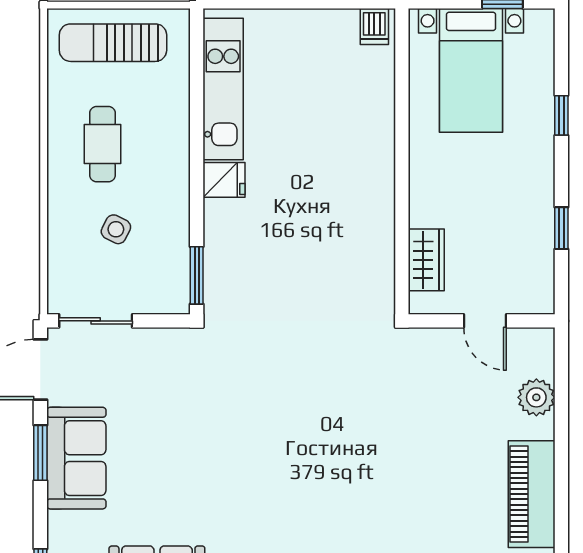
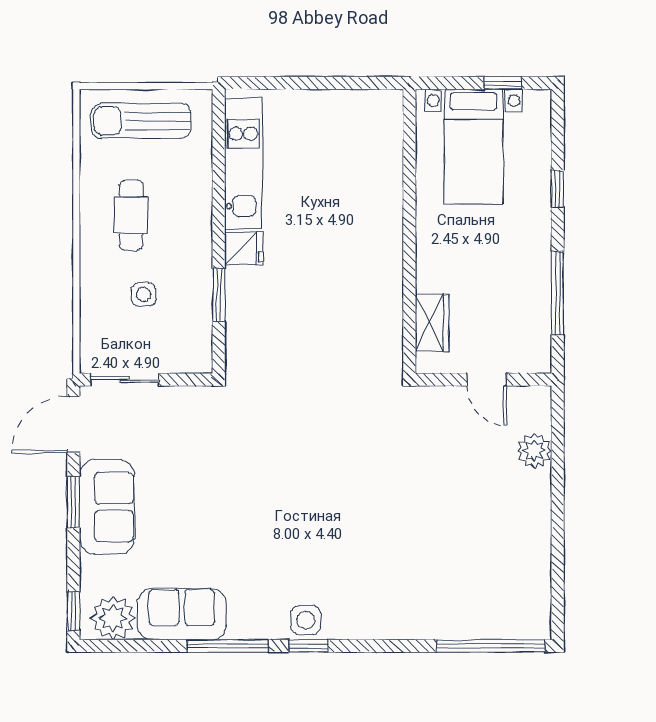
dishwasher: (374, 26) -> (384, 106), removed
window: (561, 228) -> (558, 293), width x2.17
side table: (116, 229) -> (144, 294), turned -32
window: (197, 275) -> (219, 295), moved
piano: (532, 494) -> (530, 541), removed

